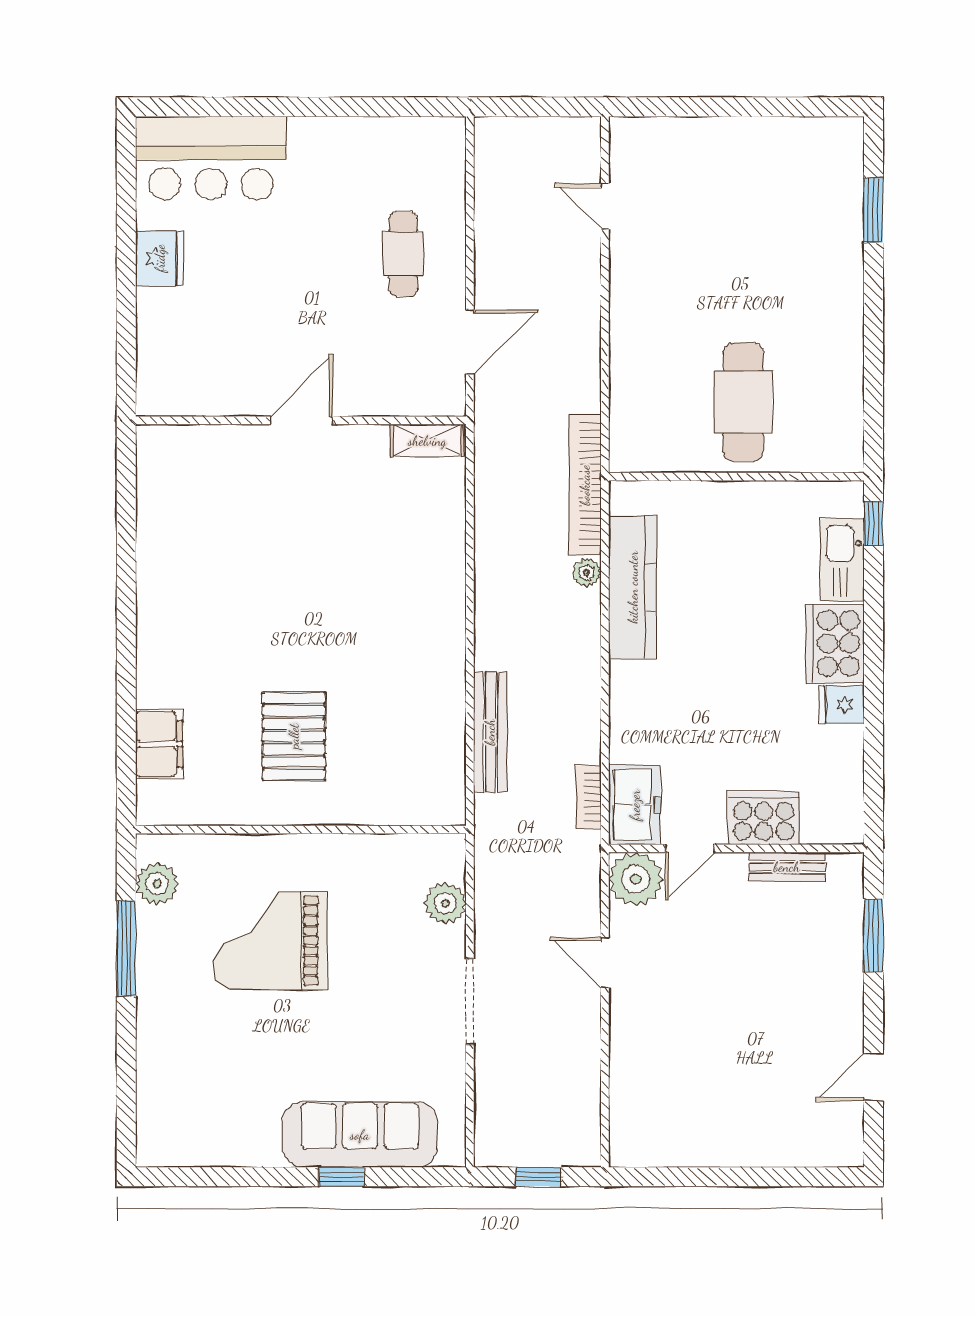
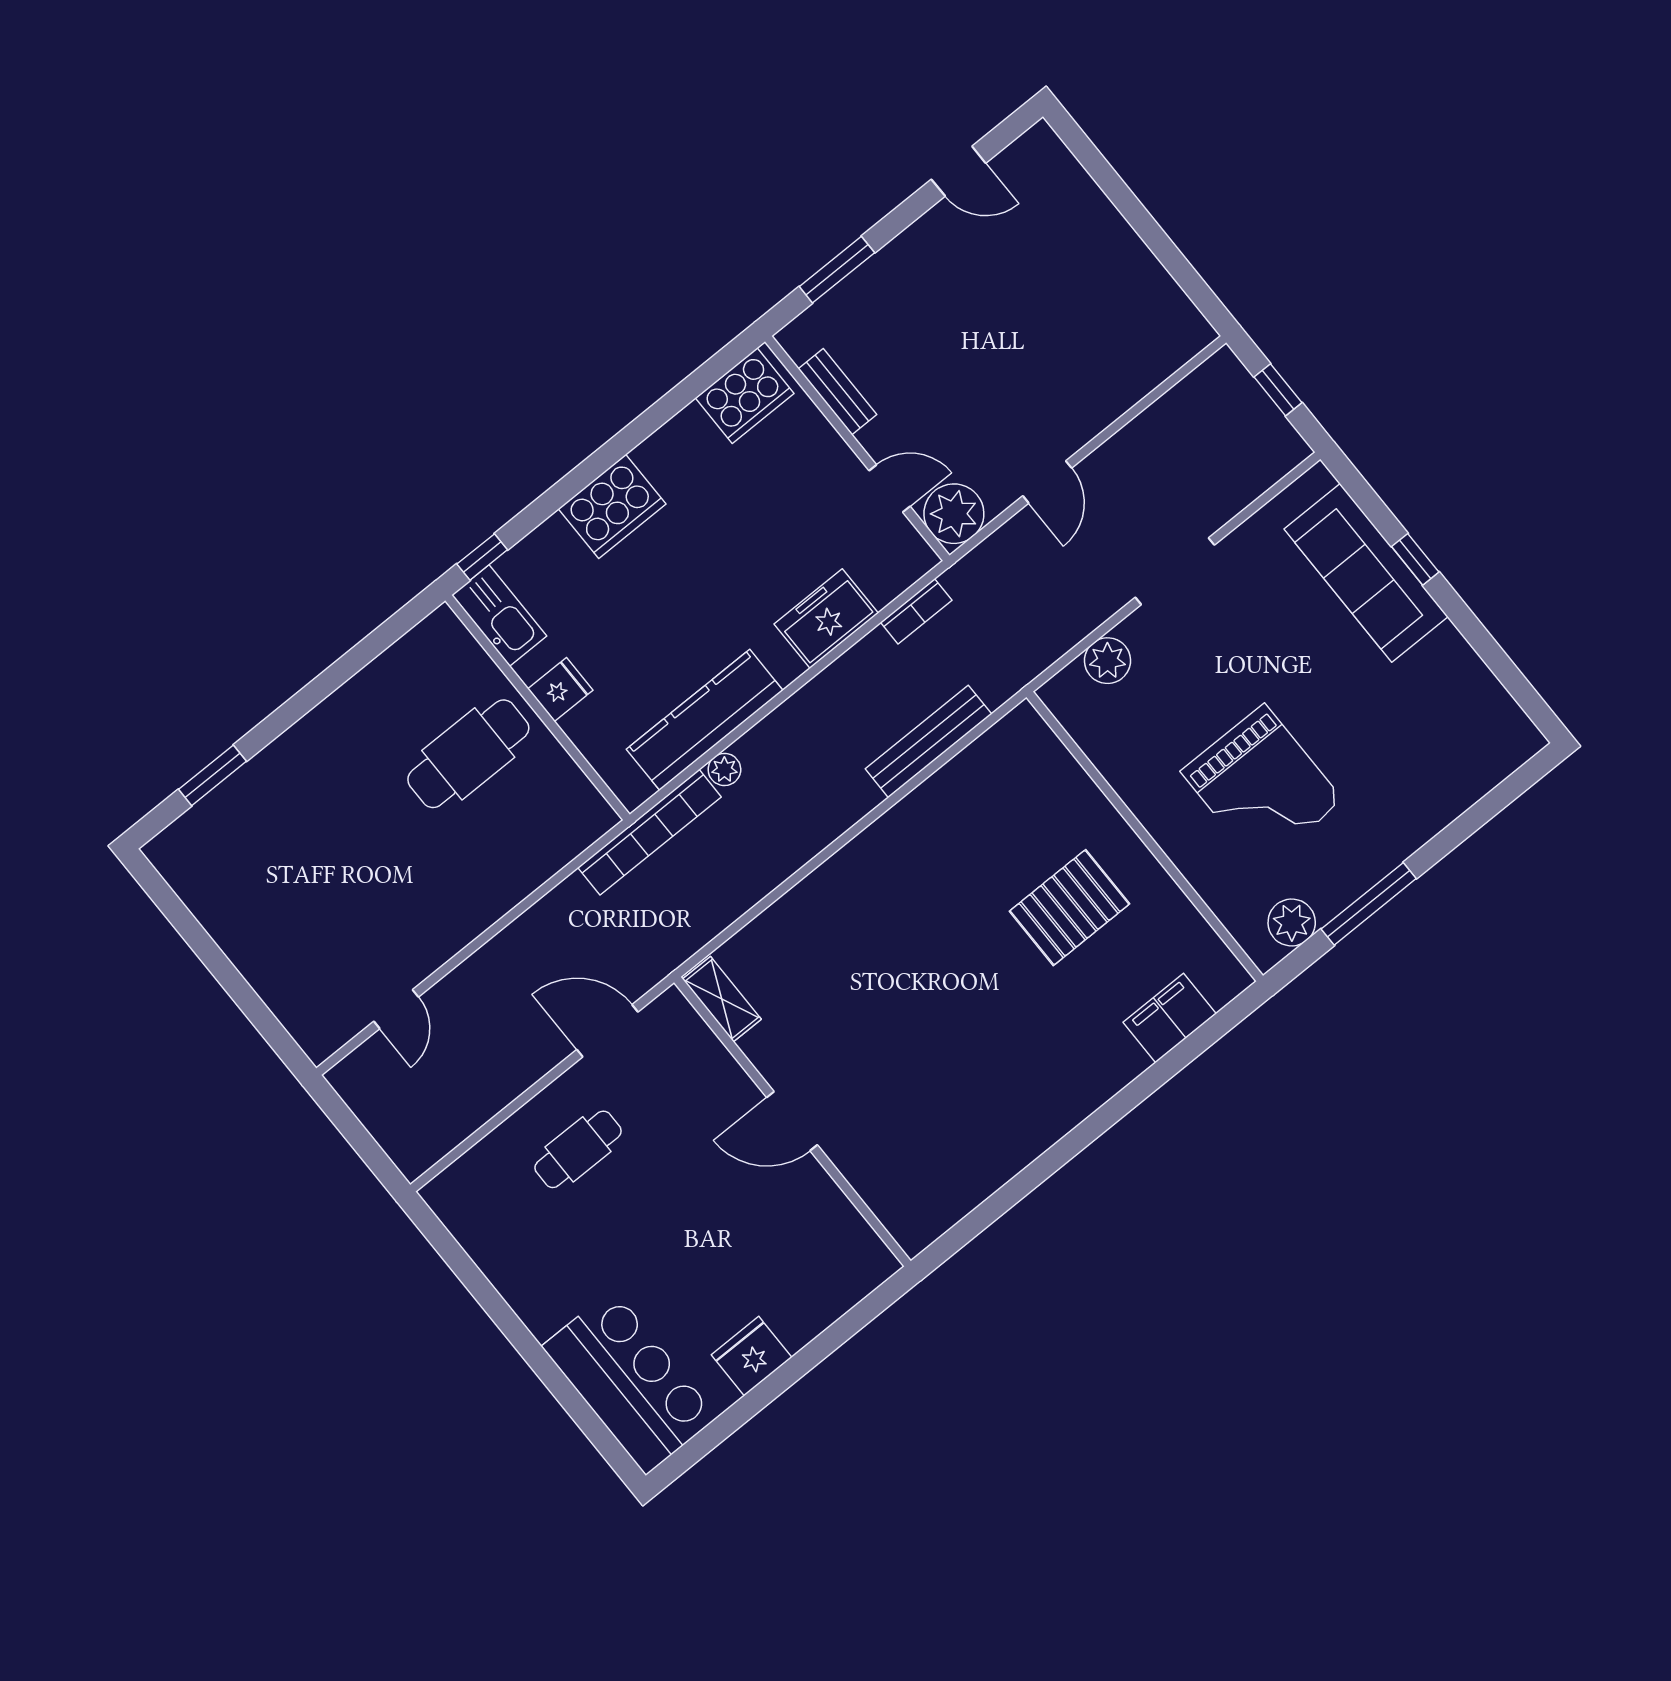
kitchen sink: (842, 560) -> (499, 615), moved, turned -90
fridge: (841, 705) -> (560, 690), moved, turned -90
freezer: (635, 805) -> (826, 619), moved
cooker: (764, 818) -> (745, 396), moved, turned -90

